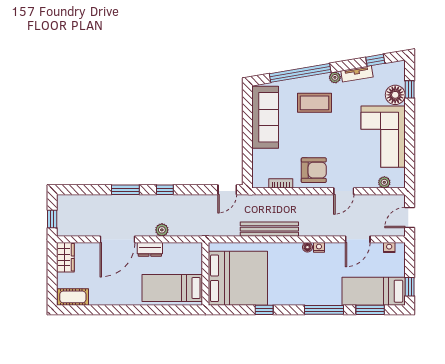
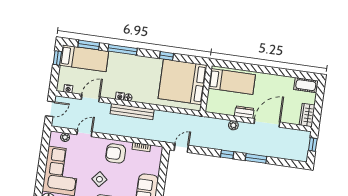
side table: (331, 133) -> (99, 179), added
door: (344, 191) -> (84, 133), moved
bench: (269, 229) -> (132, 112), moved

